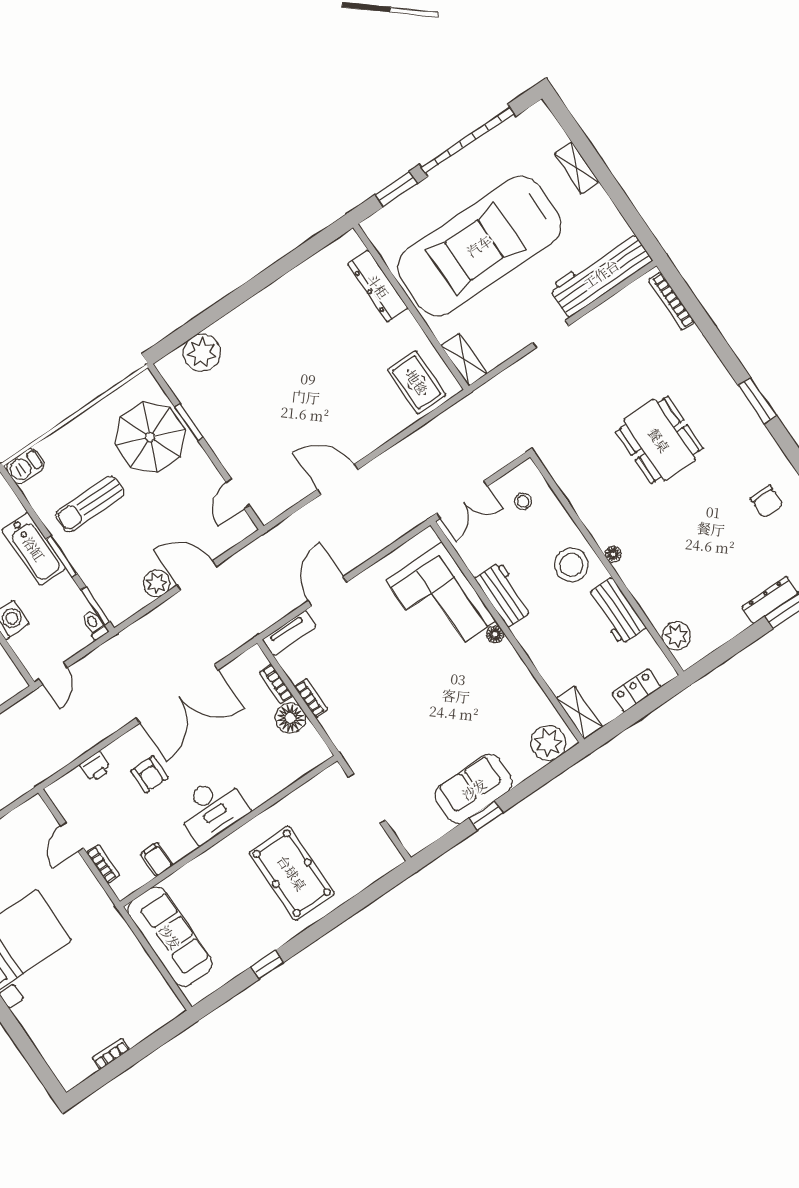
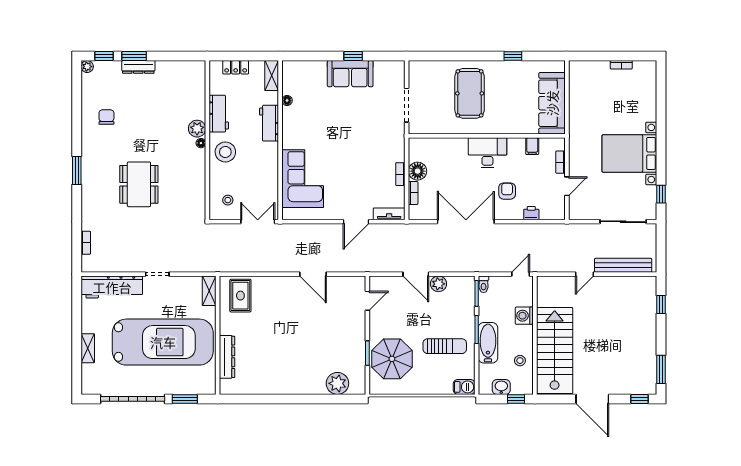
bookcase: (671, 301) -> (86, 243), width x0.64
workbench: (504, 594) -> (269, 123), moved
floor lamp: (495, 634) -> (287, 100), moved
plant: (677, 636) -> (197, 129), moved
plant: (548, 743) -> (297, 71), removed

